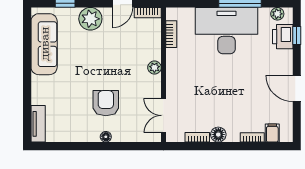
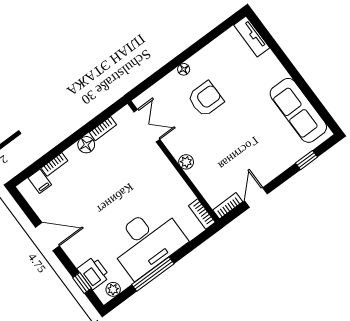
plant: (90, 19) -> (274, 163), removed
bookcase: (171, 34) -> (202, 214), moved
armchair: (106, 103) -> (206, 99), turned -90

